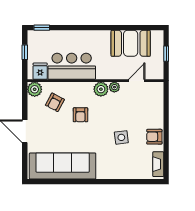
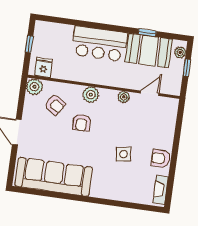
window: (42, 28) -> (147, 33), moved
plant: (159, 41) -> (180, 52), added
bar counter: (72, 66) -> (99, 44), moved, turned 180
plant: (101, 89) -> (91, 95), moved
armchair: (55, 102) -> (55, 105), turned -84

